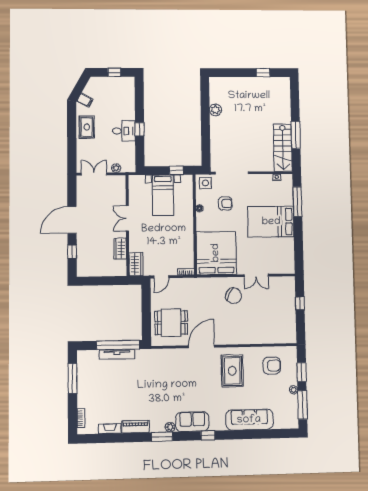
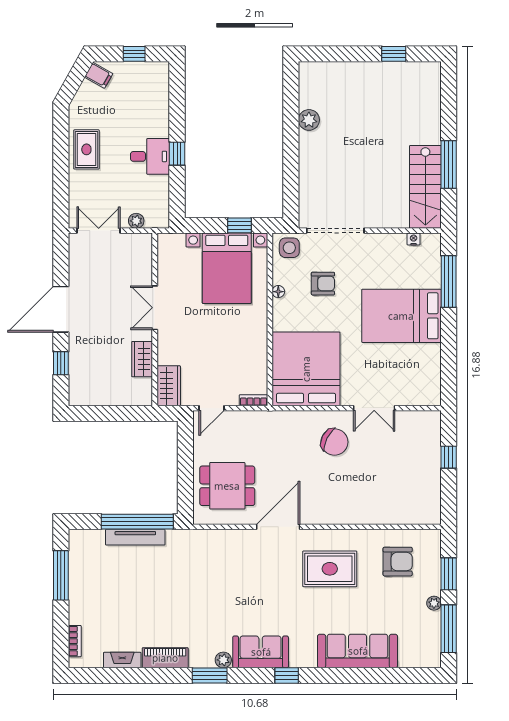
filing cabinet: (85, 100) -> (99, 75), moved
bed with nightstands: (163, 195) -> (227, 268), width x1.36
rug: (232, 371) -> (330, 569), turned 90

